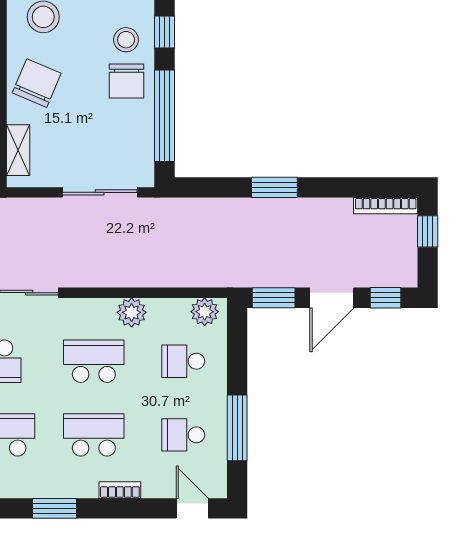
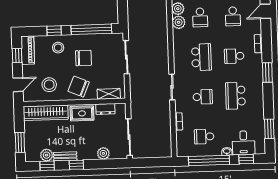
chair: (126, 81) -> (83, 58), moved
plant: (132, 312) -> (179, 22), moved
school desk: (94, 361) -> (201, 57), turned 180
school desk: (94, 435) -> (234, 56), width x0.54

